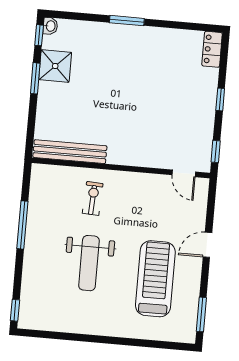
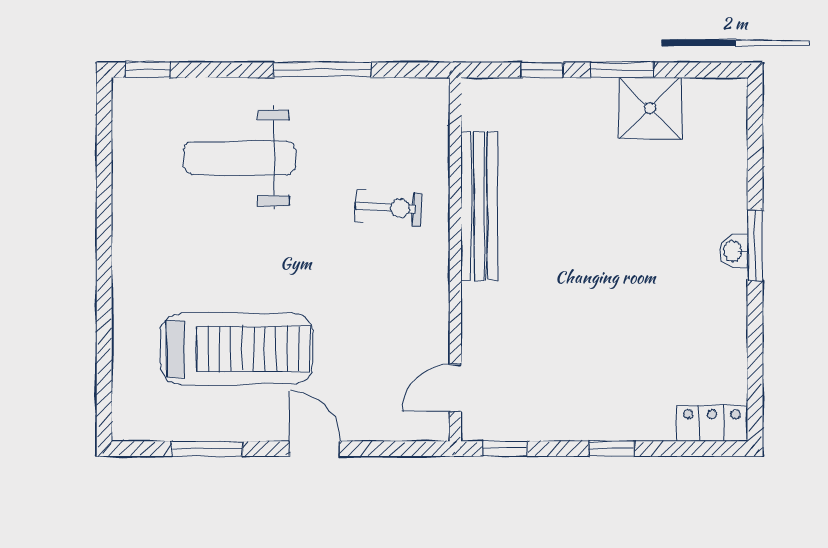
washbasin: (50, 26) -> (734, 251), moved, turned 90
window: (39, 35) -> (542, 70), moved
bench: (70, 152) -> (479, 206), moved
weight bench: (89, 263) -> (240, 158), moved
window: (201, 314) -> (207, 449), moved

